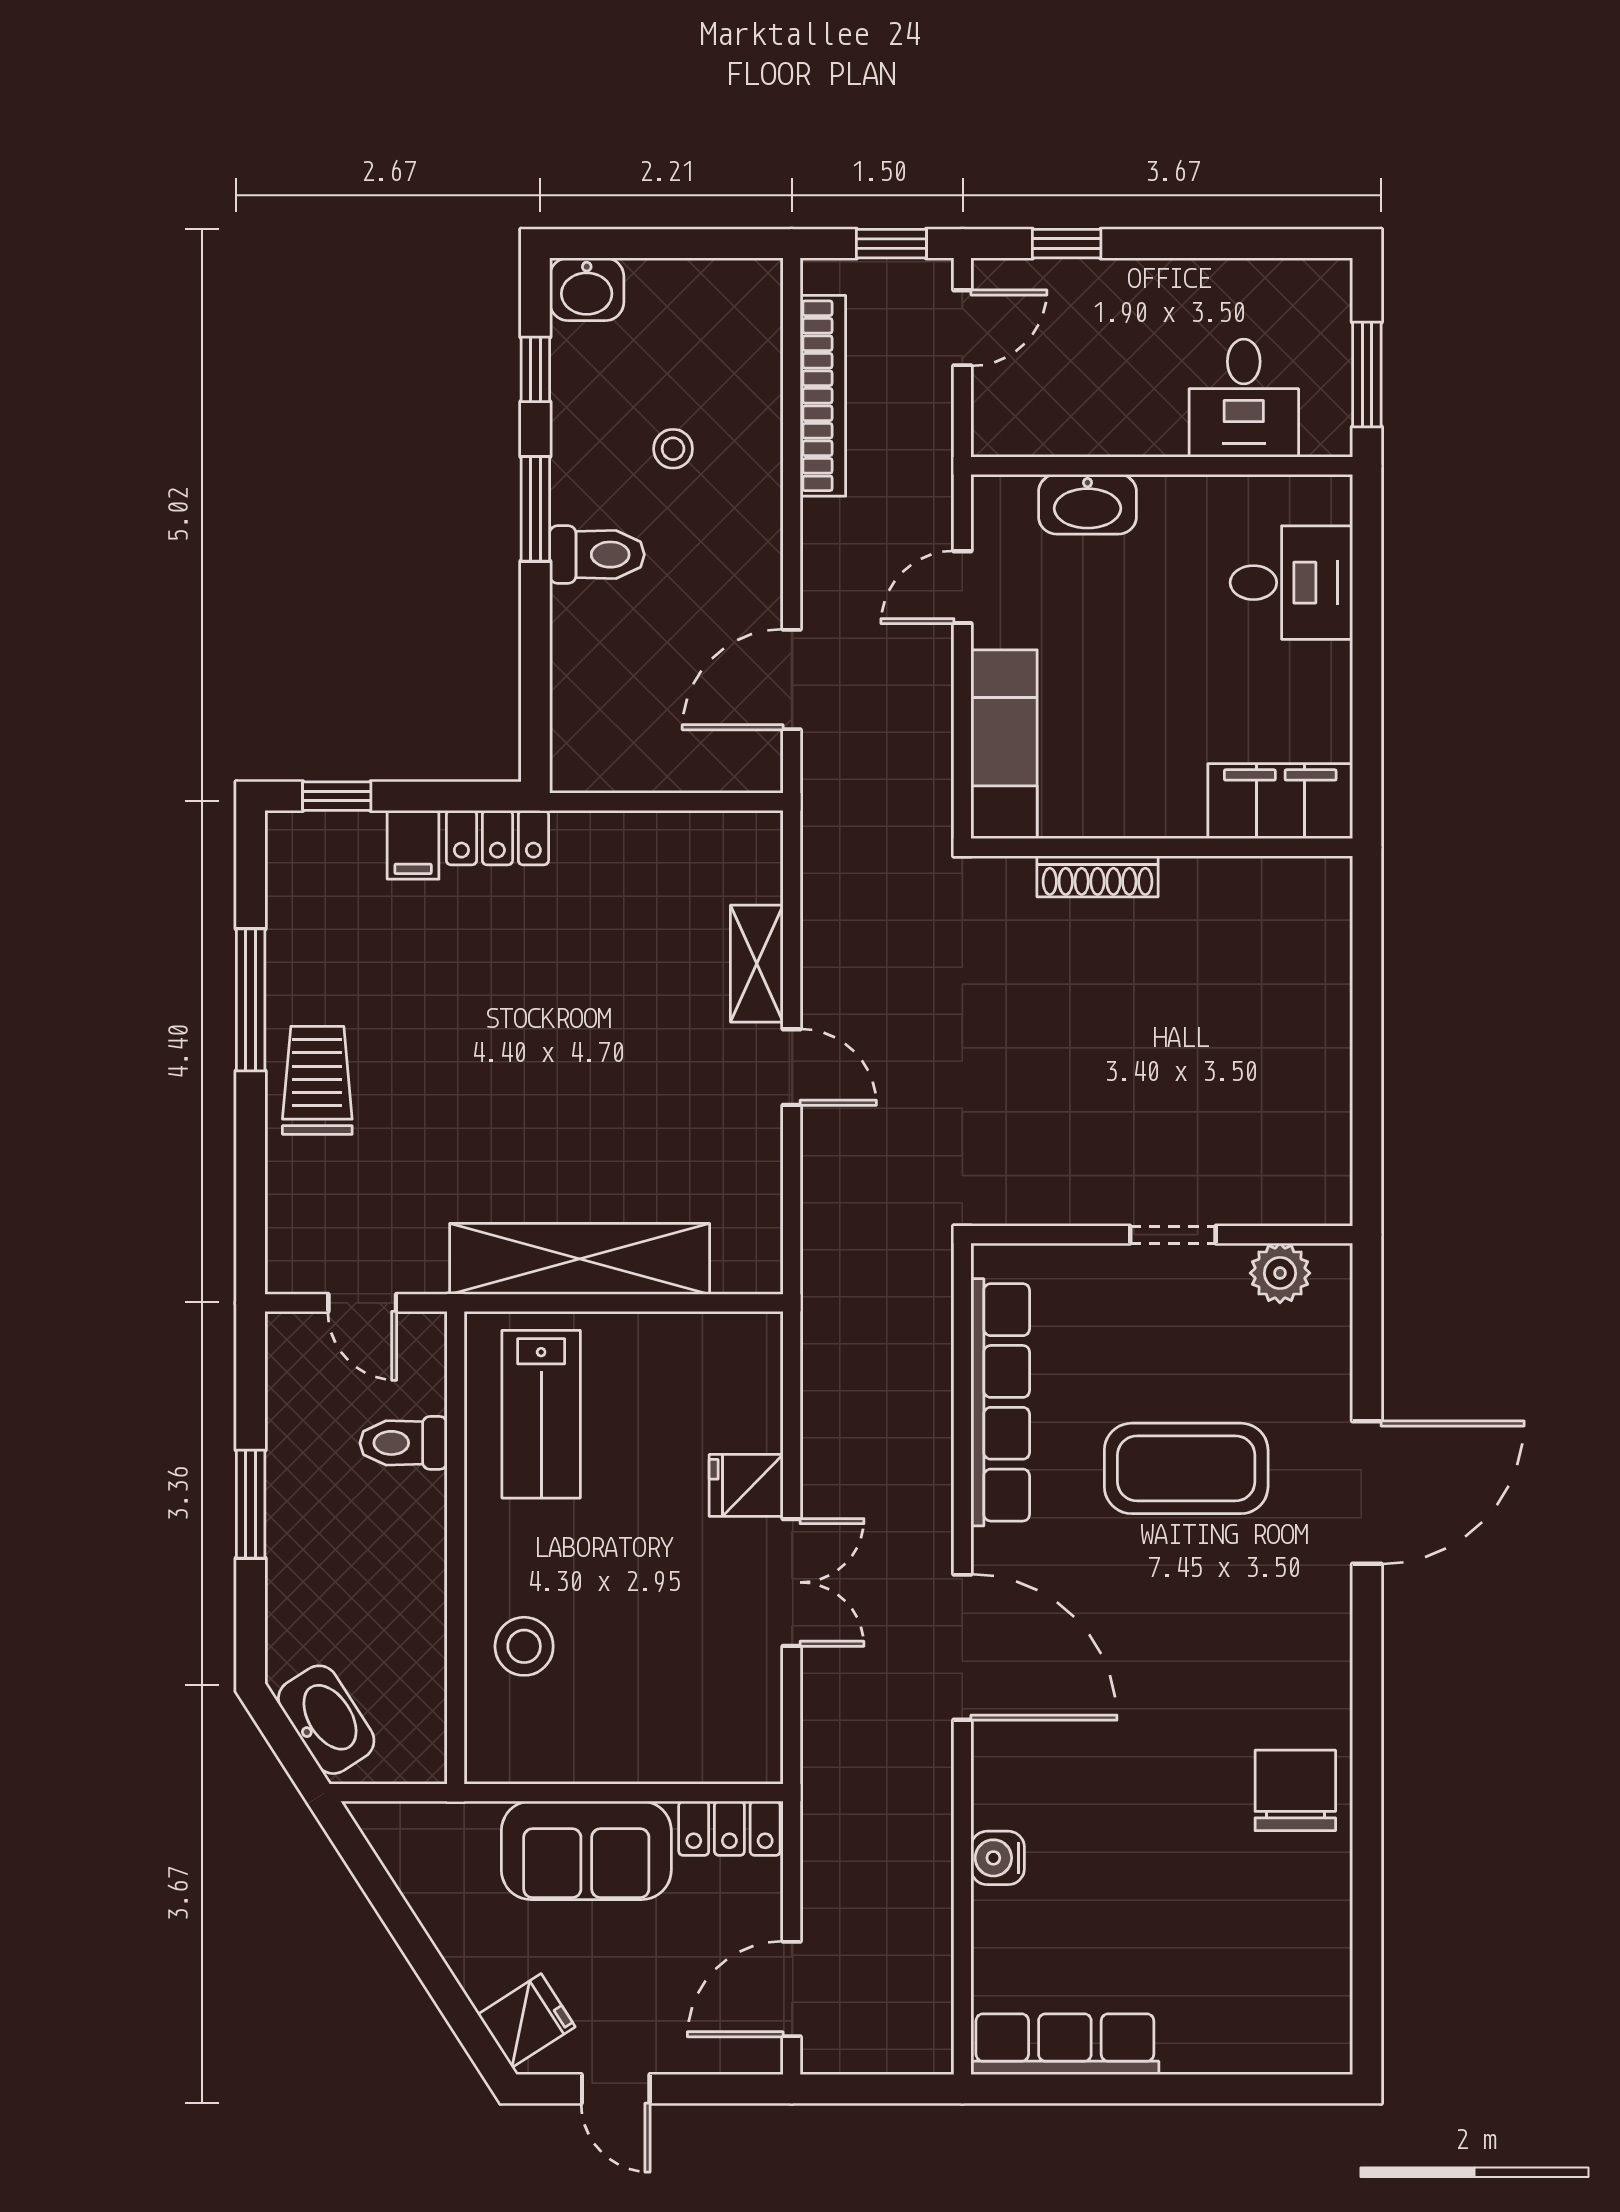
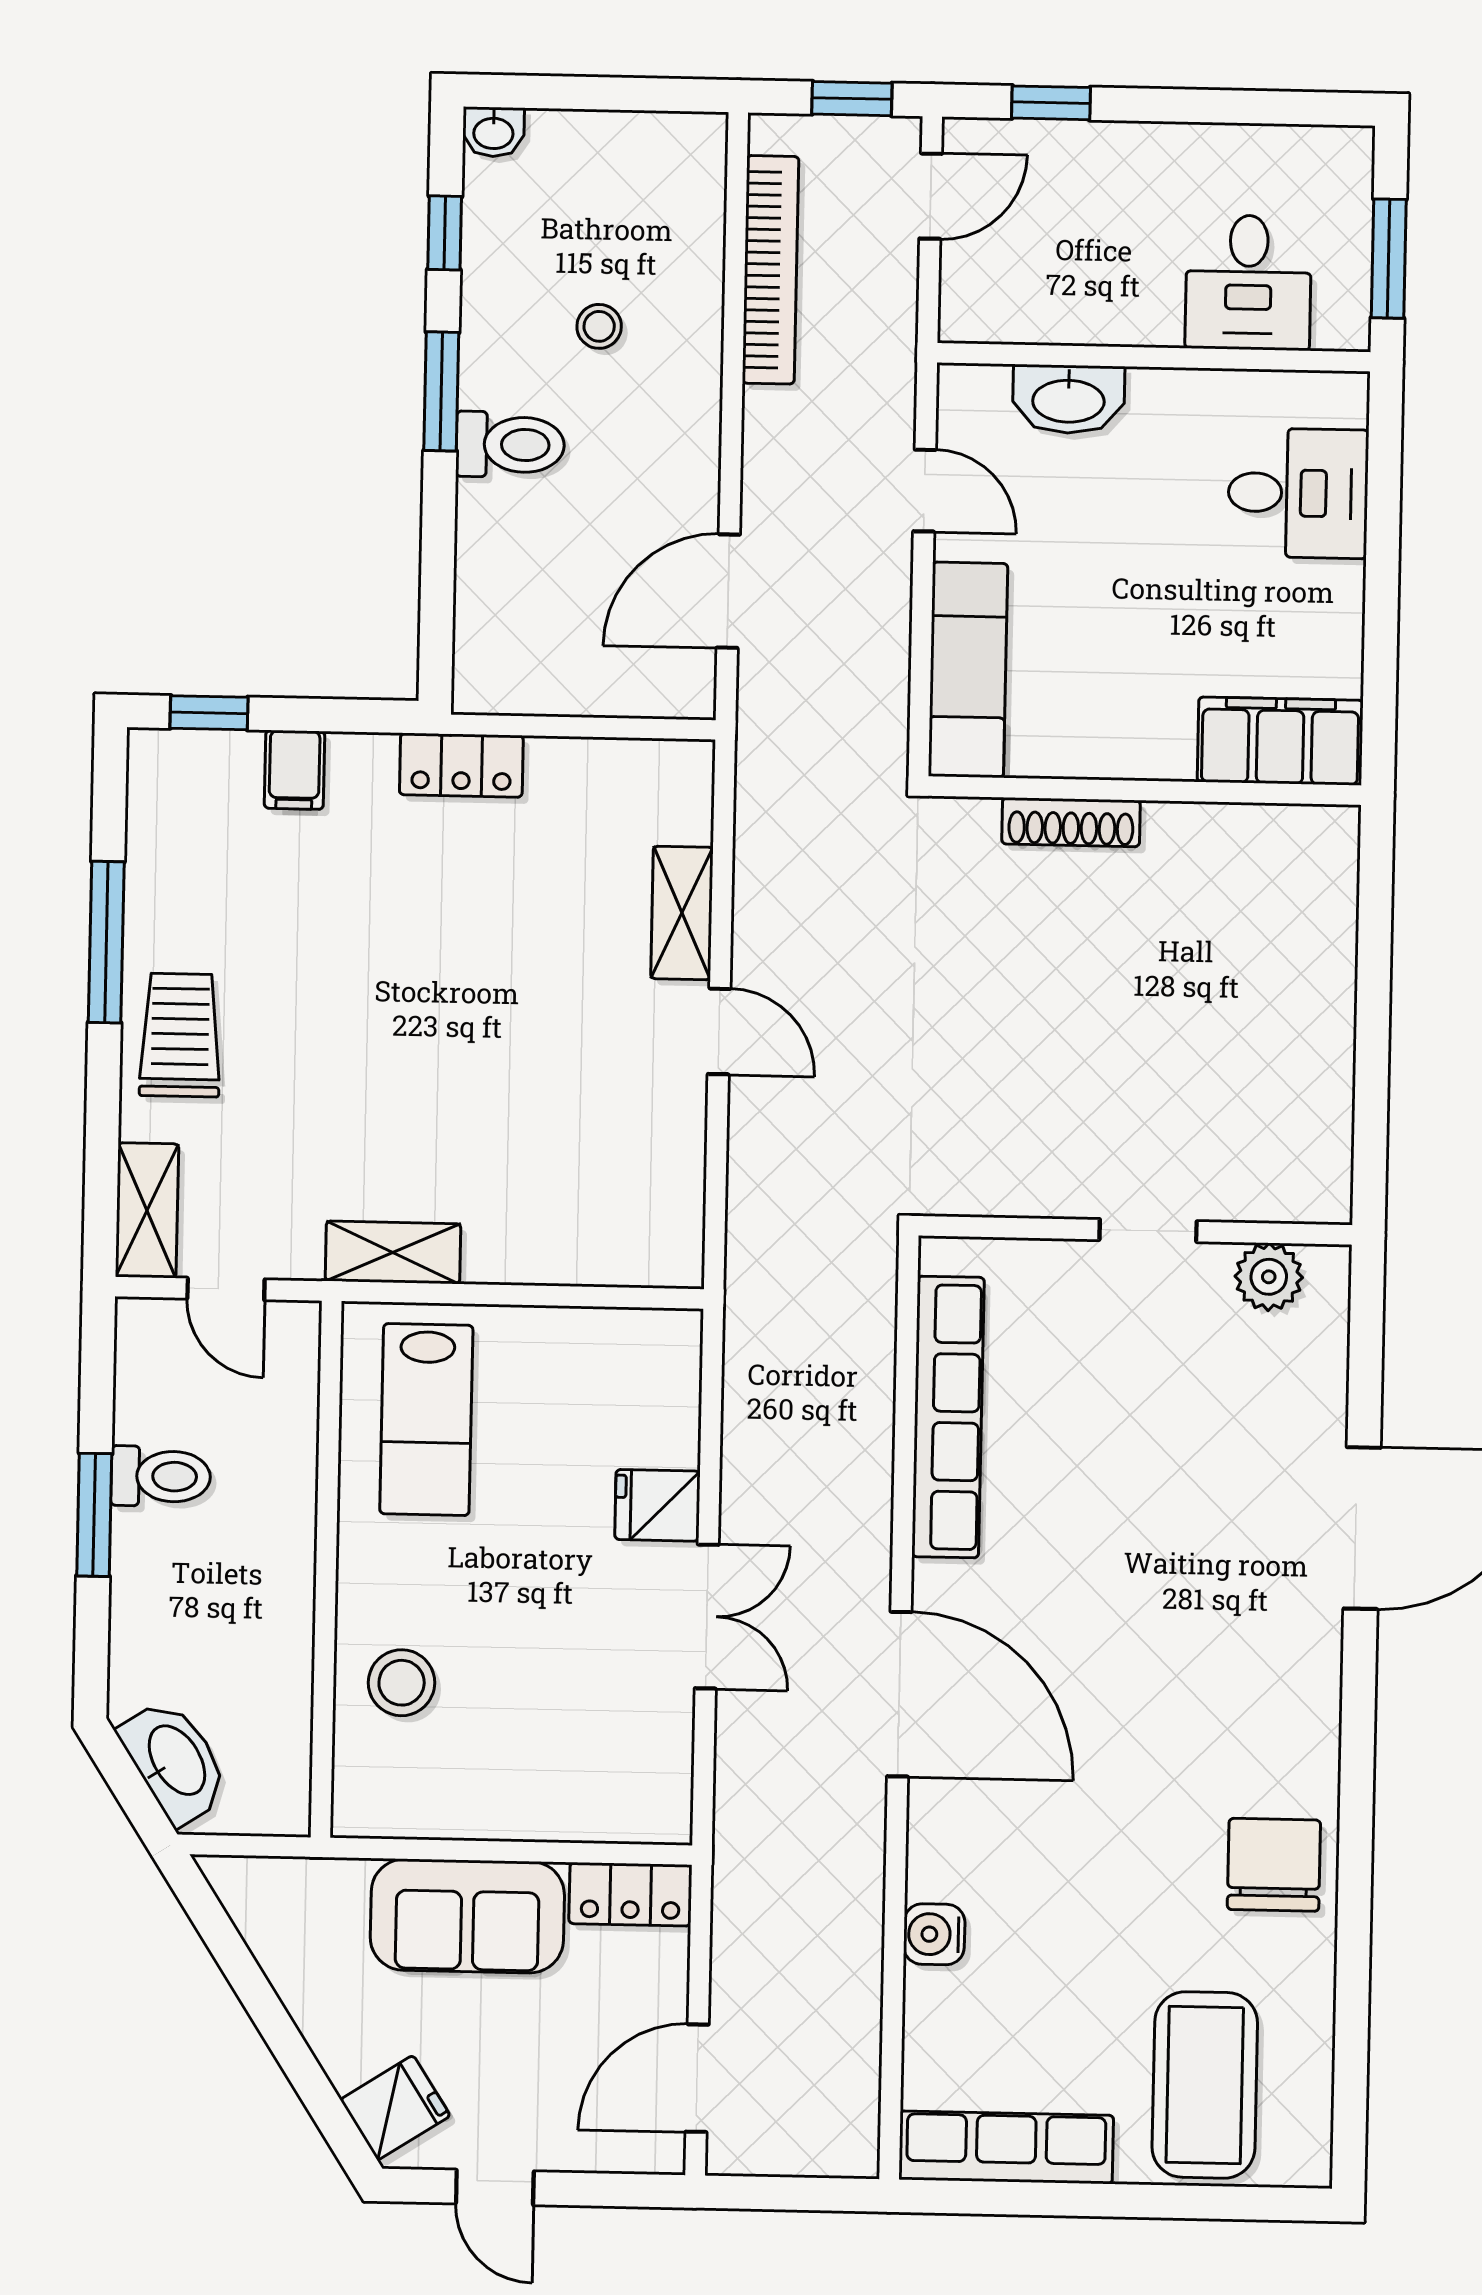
washbasin: (587, 289) -> (493, 132), width x0.72, depth x0.69
door: (962, 587) -> (924, 491), swing flipped
locker: (497, 838) -> (461, 765), moved
shelving: (291, 1235) -> (147, 1210), added
shelving: (580, 1259) -> (393, 1252), width x0.45, depth x0.75
toilet: (403, 1443) -> (161, 1476), moved, turned 180
coffee table: (1186, 1468) -> (1205, 2085), moved, turned 90

